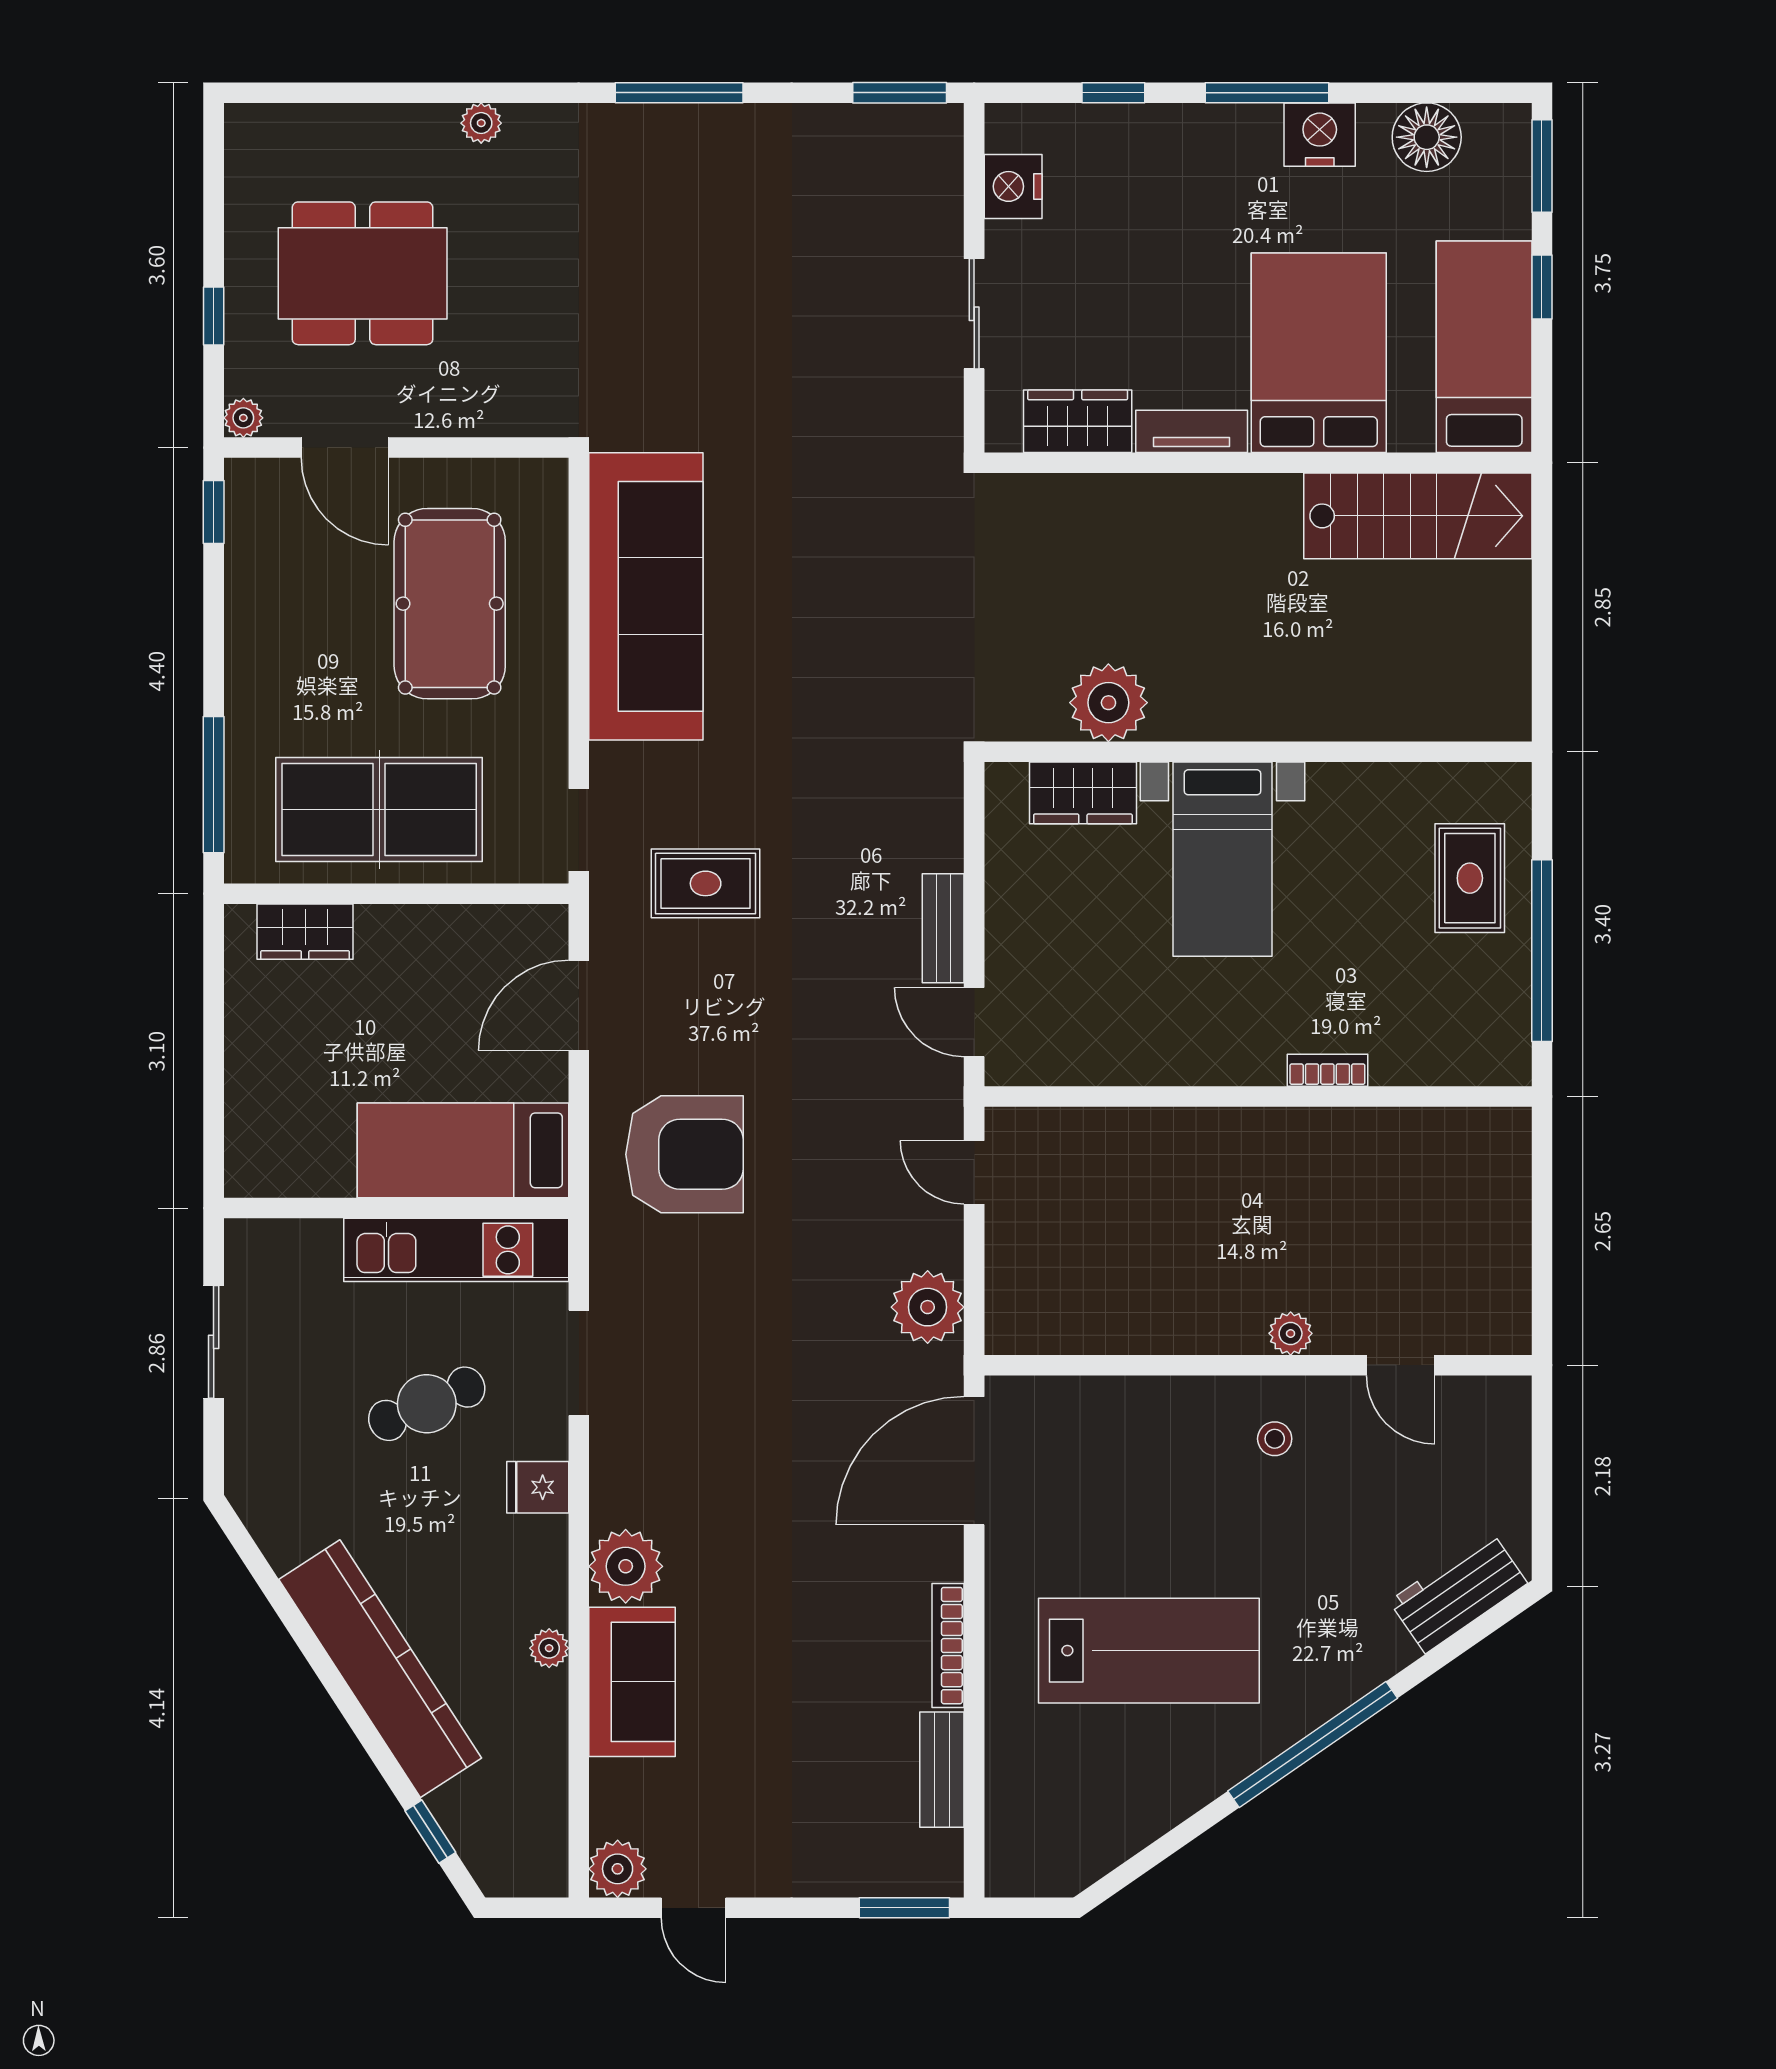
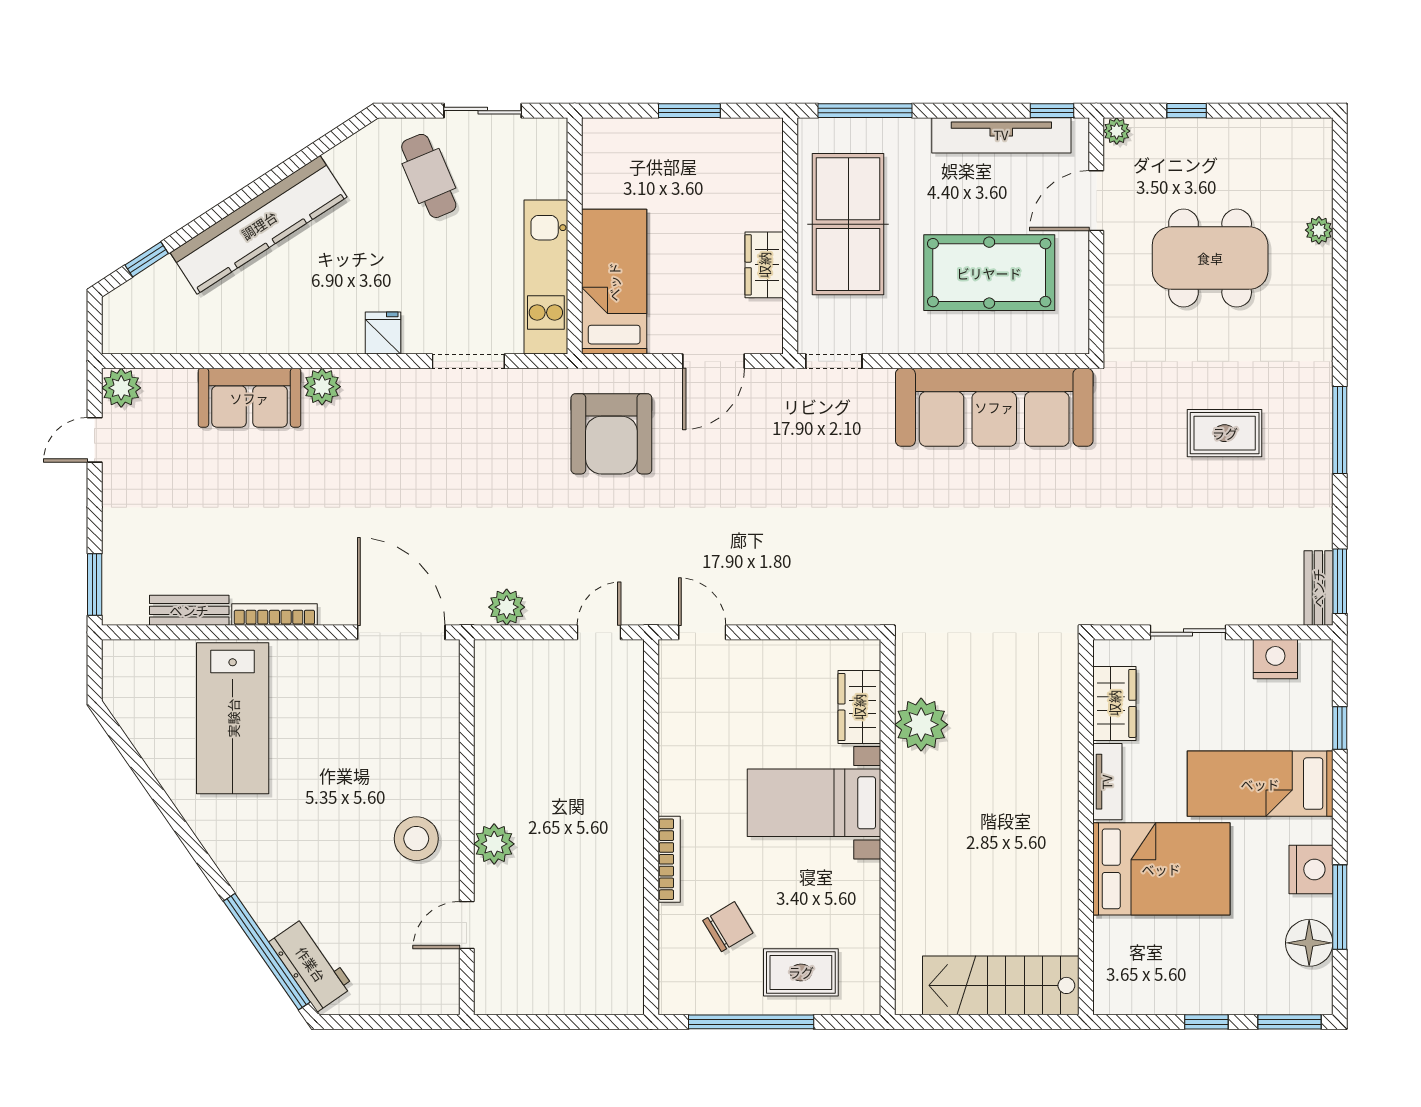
window: (1267, 93) -> (1340, 907), moved
plant: (481, 123) -> (1319, 230), moved
dining table: (363, 273) -> (1210, 258), moved, turned 90
bed: (1484, 347) -> (1260, 784), moved, turned 180
stairs: (1418, 516) -> (1001, 985), moved, turned 90
tv unit: (250, 586) -> (1001, 135), added
rug: (706, 883) -> (1225, 433), moved, turned 90
bench: (943, 928) -> (1318, 588), moved, turned 90
wardrobe: (305, 932) -> (764, 265), moved
chair: (1403, 984) -> (728, 927), added
door: (579, 1005) -> (714, 361), swing flipped
door: (974, 1022) -> (702, 632), hinge flipped
window: (214, 1041) -> (689, 111), added
bookcase: (1327, 1070) -> (669, 859), width x1.56
plant: (928, 1307) -> (507, 607), width x0.73, depth x0.73
plant: (1291, 1333) -> (494, 844), width x1.38, depth x1.38
cafe table: (427, 1404) -> (429, 176), moved
stool: (1275, 1439) -> (416, 839), width x1.89, depth x1.89
plant: (626, 1566) -> (322, 387), width x0.73, depth x0.73
plant: (549, 1648) -> (273, 341), removed
lab bench: (1149, 1651) -> (233, 718), moved
window: (1313, 1745) -> (267, 952), moved

